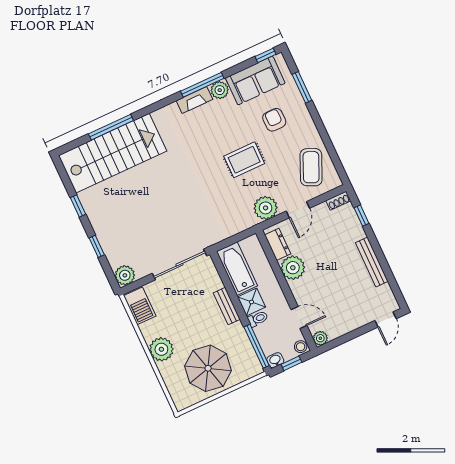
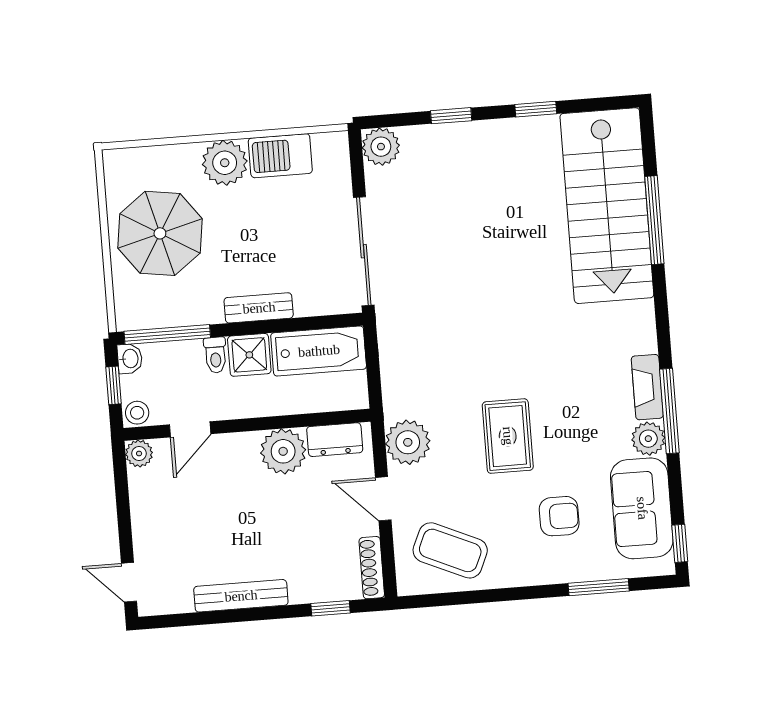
shoe rack: (338, 201) -> (372, 568), width x1.43
barbecue: (140, 306) -> (280, 156), moved

